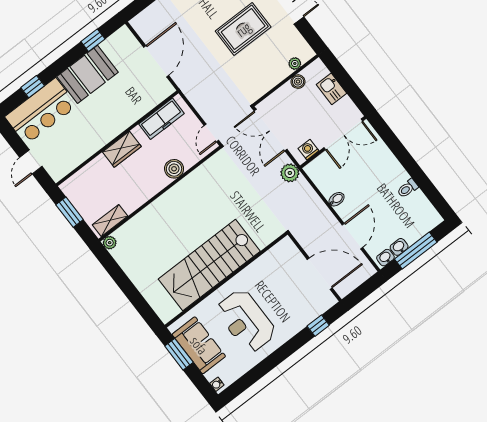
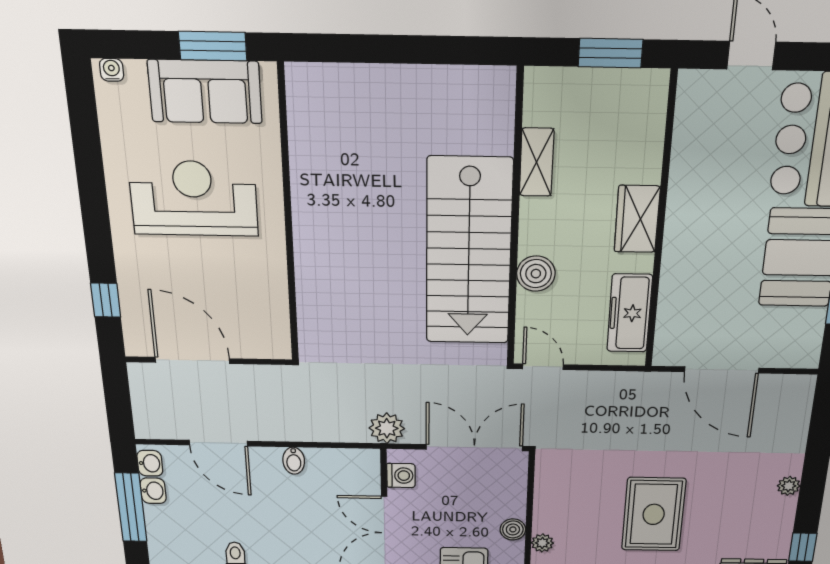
shelving: (110, 220) -> (537, 162), moved
plant: (110, 243) -> (502, 80), removed
stairs: (209, 265) -> (469, 252), moved, turned 180
door: (320, 274) -> (192, 360), swing flipped

